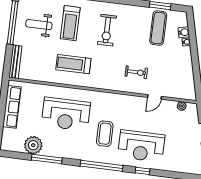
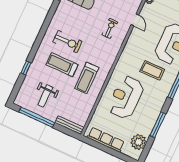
treadmill: (70, 23) -> (62, 65), moved, turned 180
reception desk: (66, 114) -> (126, 97), turned 180
plant: (33, 145) -> (138, 142), moved

